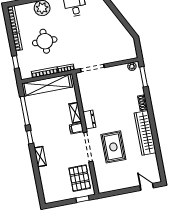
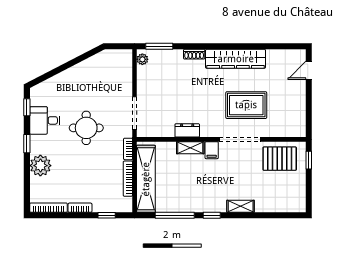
round table: (45, 41) -> (86, 128), moved
dresser: (89, 120) -> (187, 130), moved

